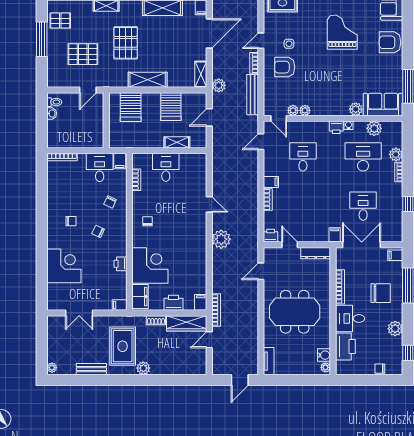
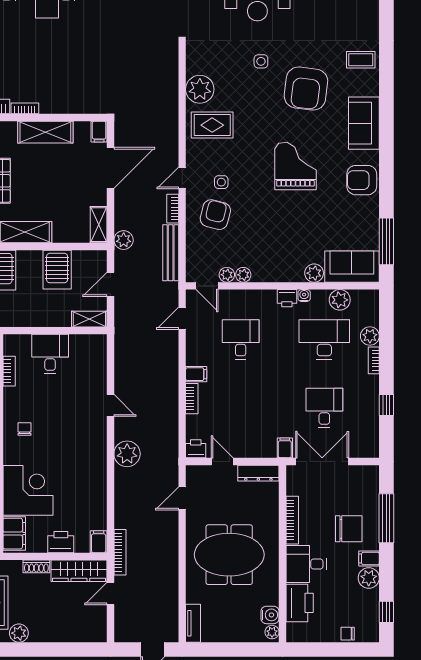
armchair: (285, 67) -> (215, 215), turned 104
shelving: (177, 142) -> (89, 319), moved
filing cabinet: (395, 255) -> (369, 558), moved

